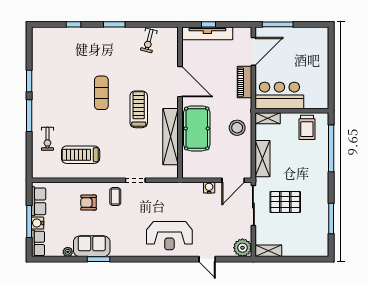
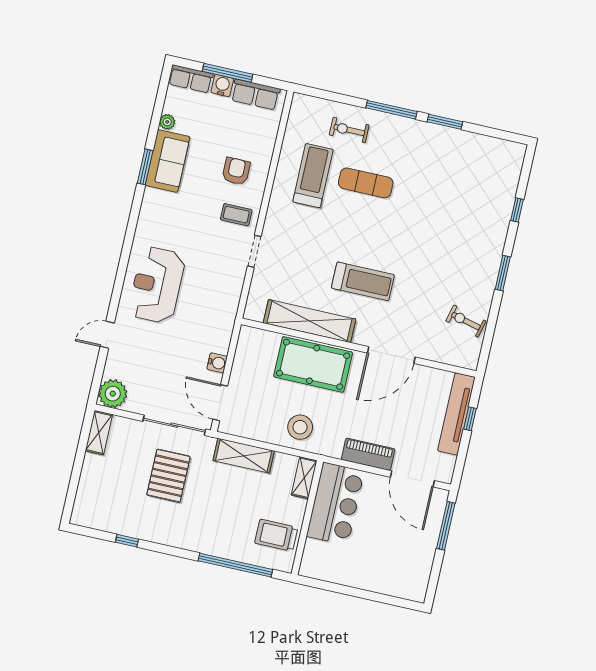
exercise mat: (101, 93) -> (366, 183), moved
window: (331, 219) -> (127, 541), width x0.46

